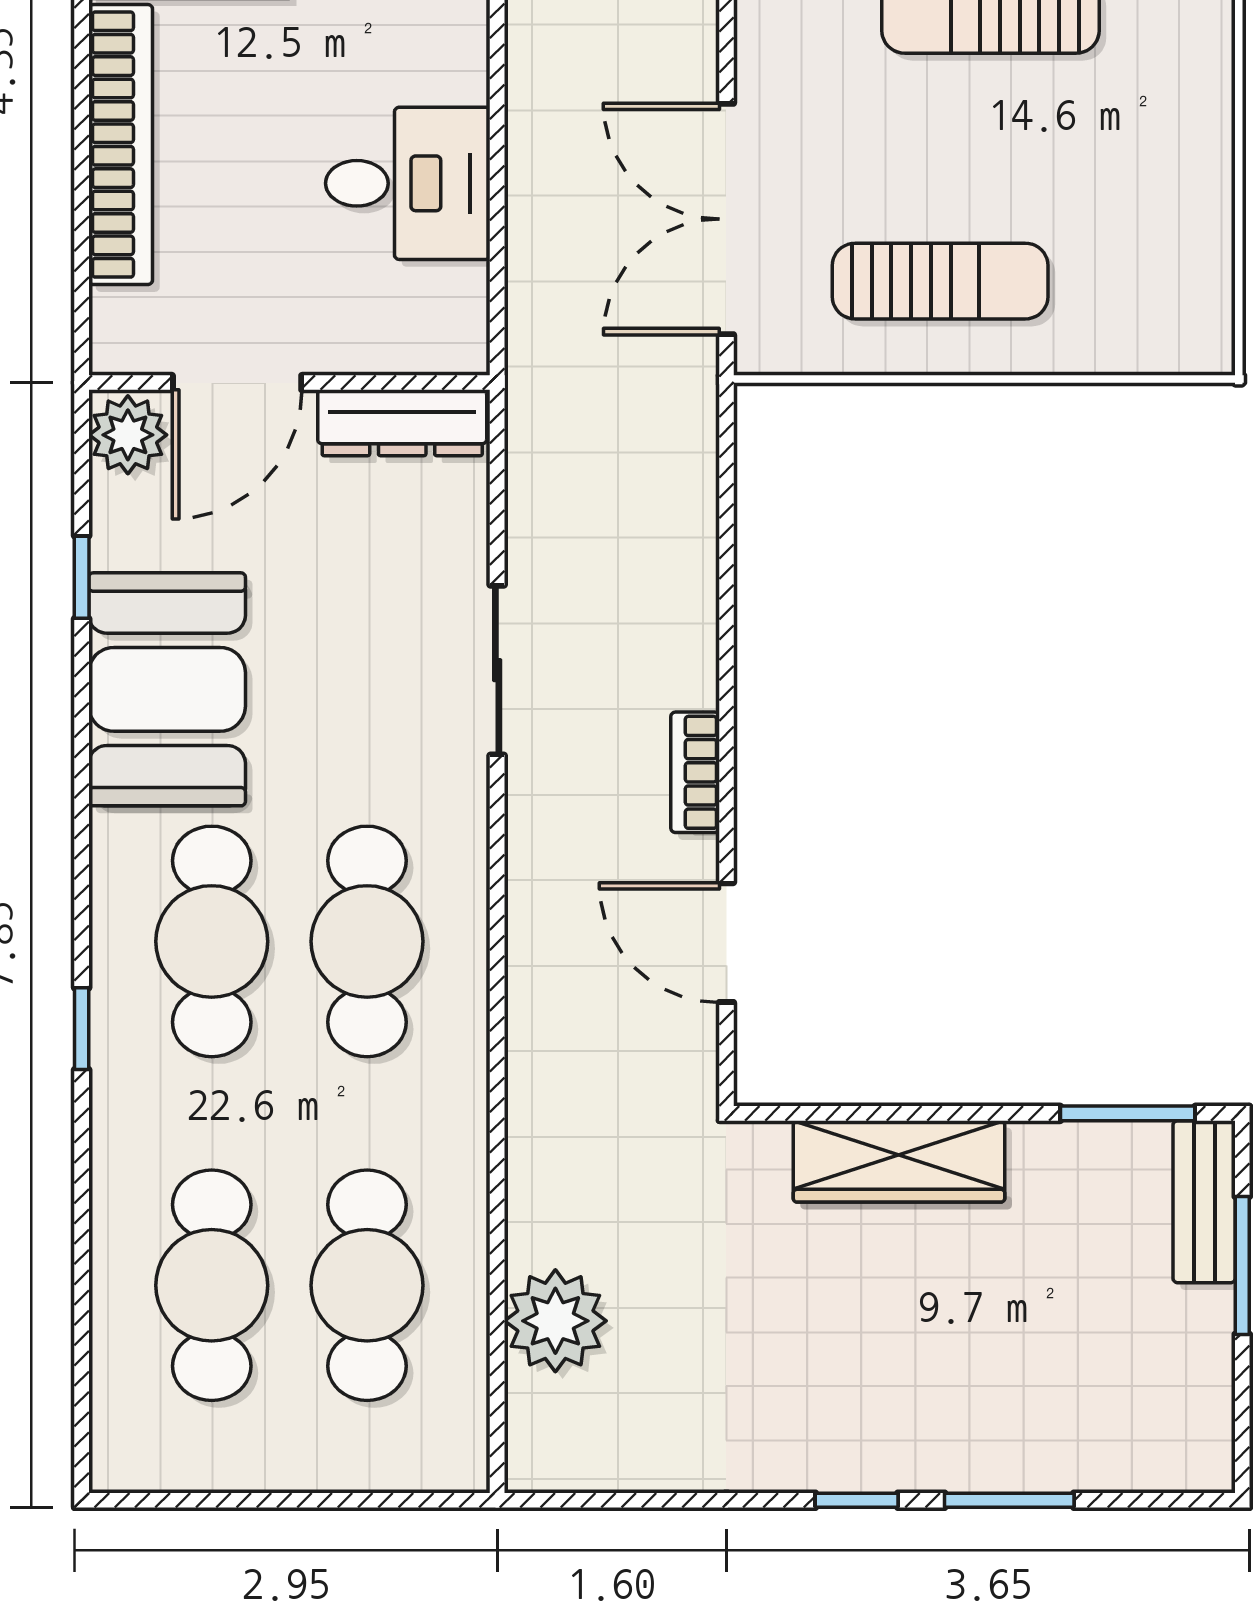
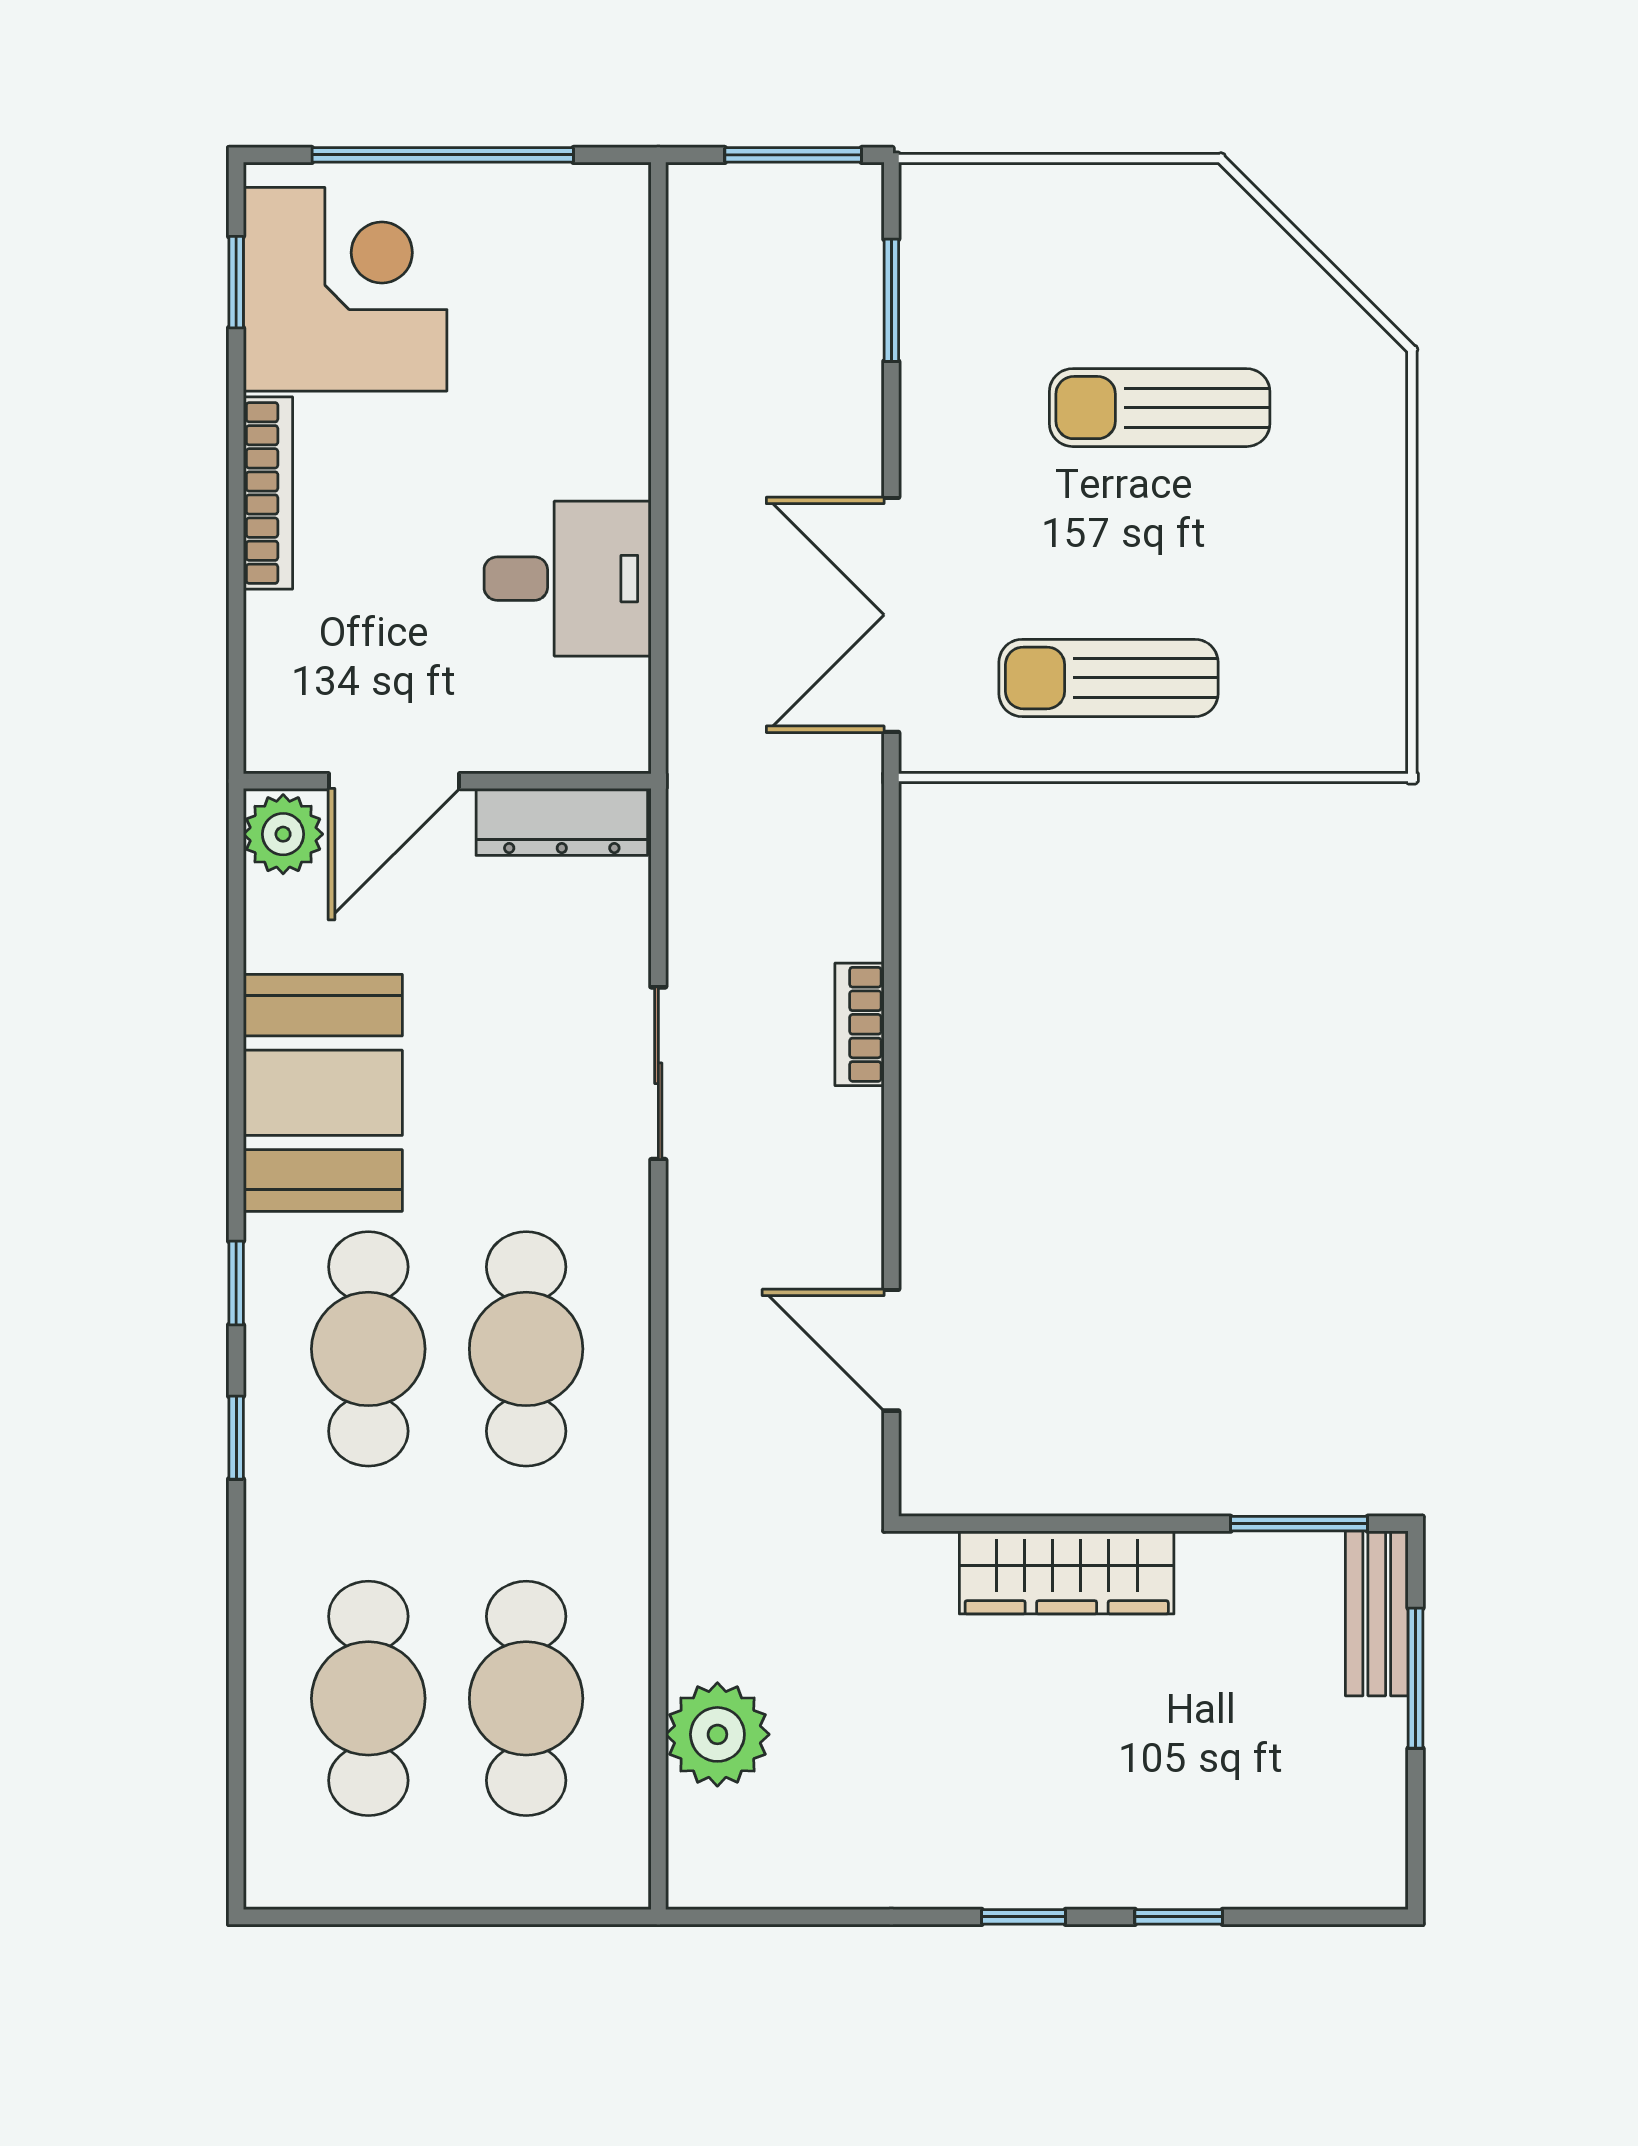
bookcase: (121, 145) -> (268, 493), width x0.68, depth x0.76
sun lounger: (940, 281) -> (1108, 678), turned 180
window: (82, 577) -> (236, 1283), moved
bookcase: (695, 772) -> (859, 1024), moved
window: (1009, 1500) -> (1179, 1917), width x0.67

